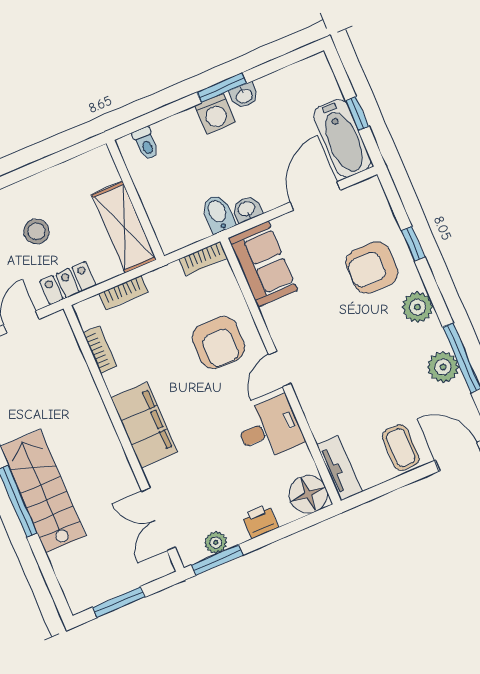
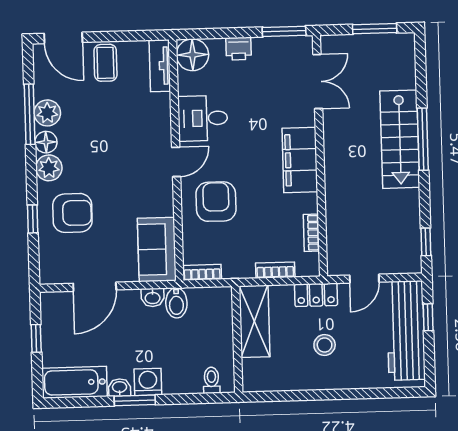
bathtub: (342, 138) -> (74, 382), moved, turned -90
floor lamp: (432, 334) -> (46, 142), added
plant: (216, 542) -> (280, 45), removed

